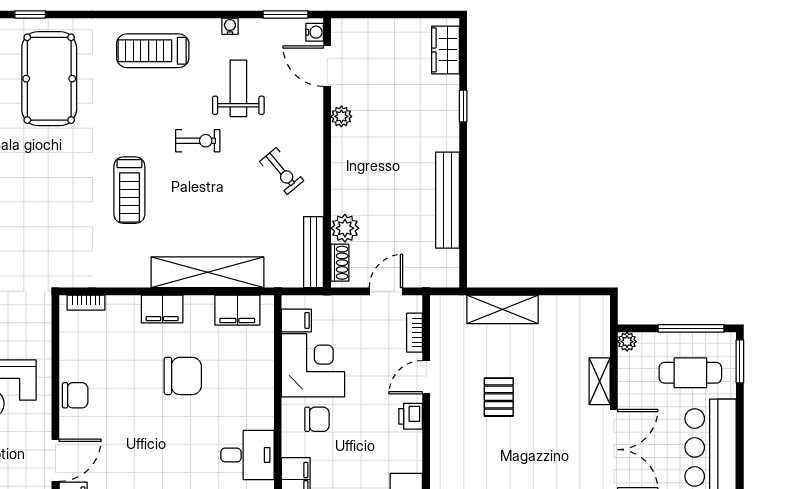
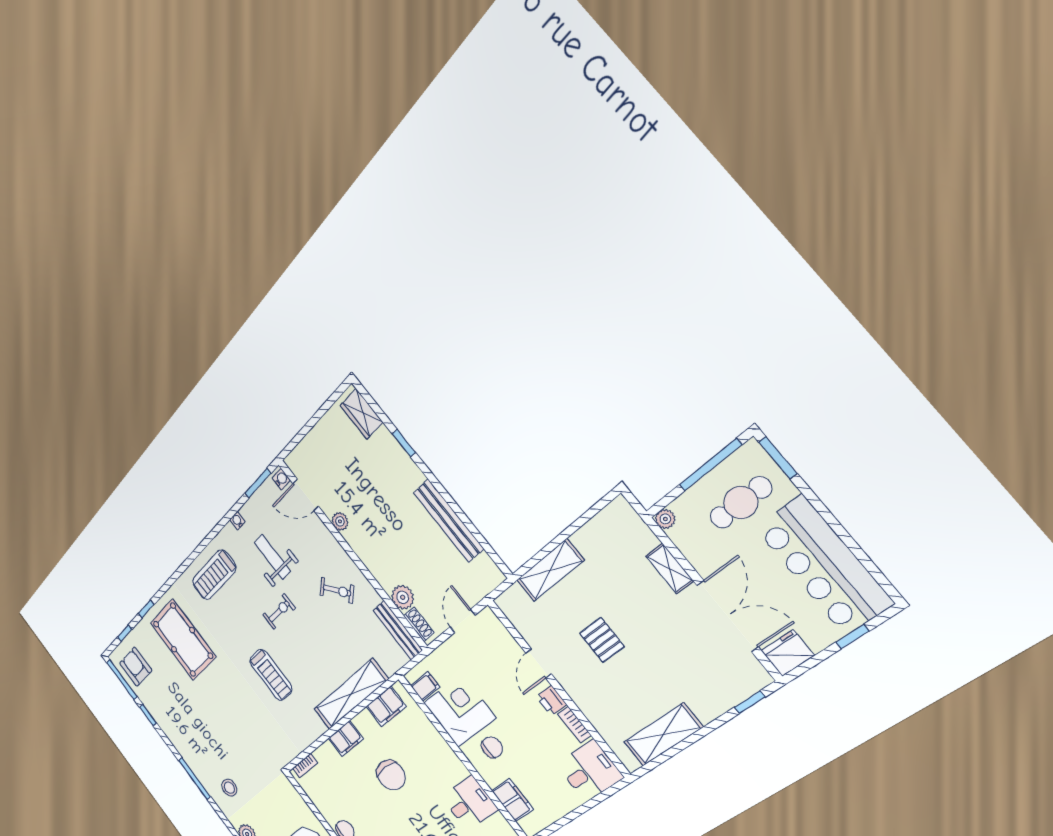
bookcase: (415, 333) -> (574, 725), moved
chair: (183, 376) -> (391, 775), turned 90

